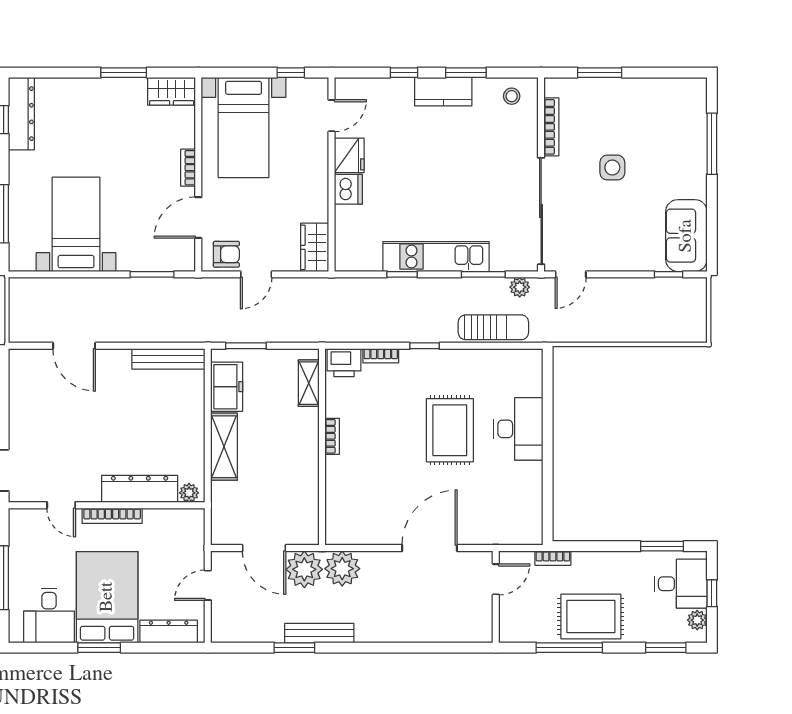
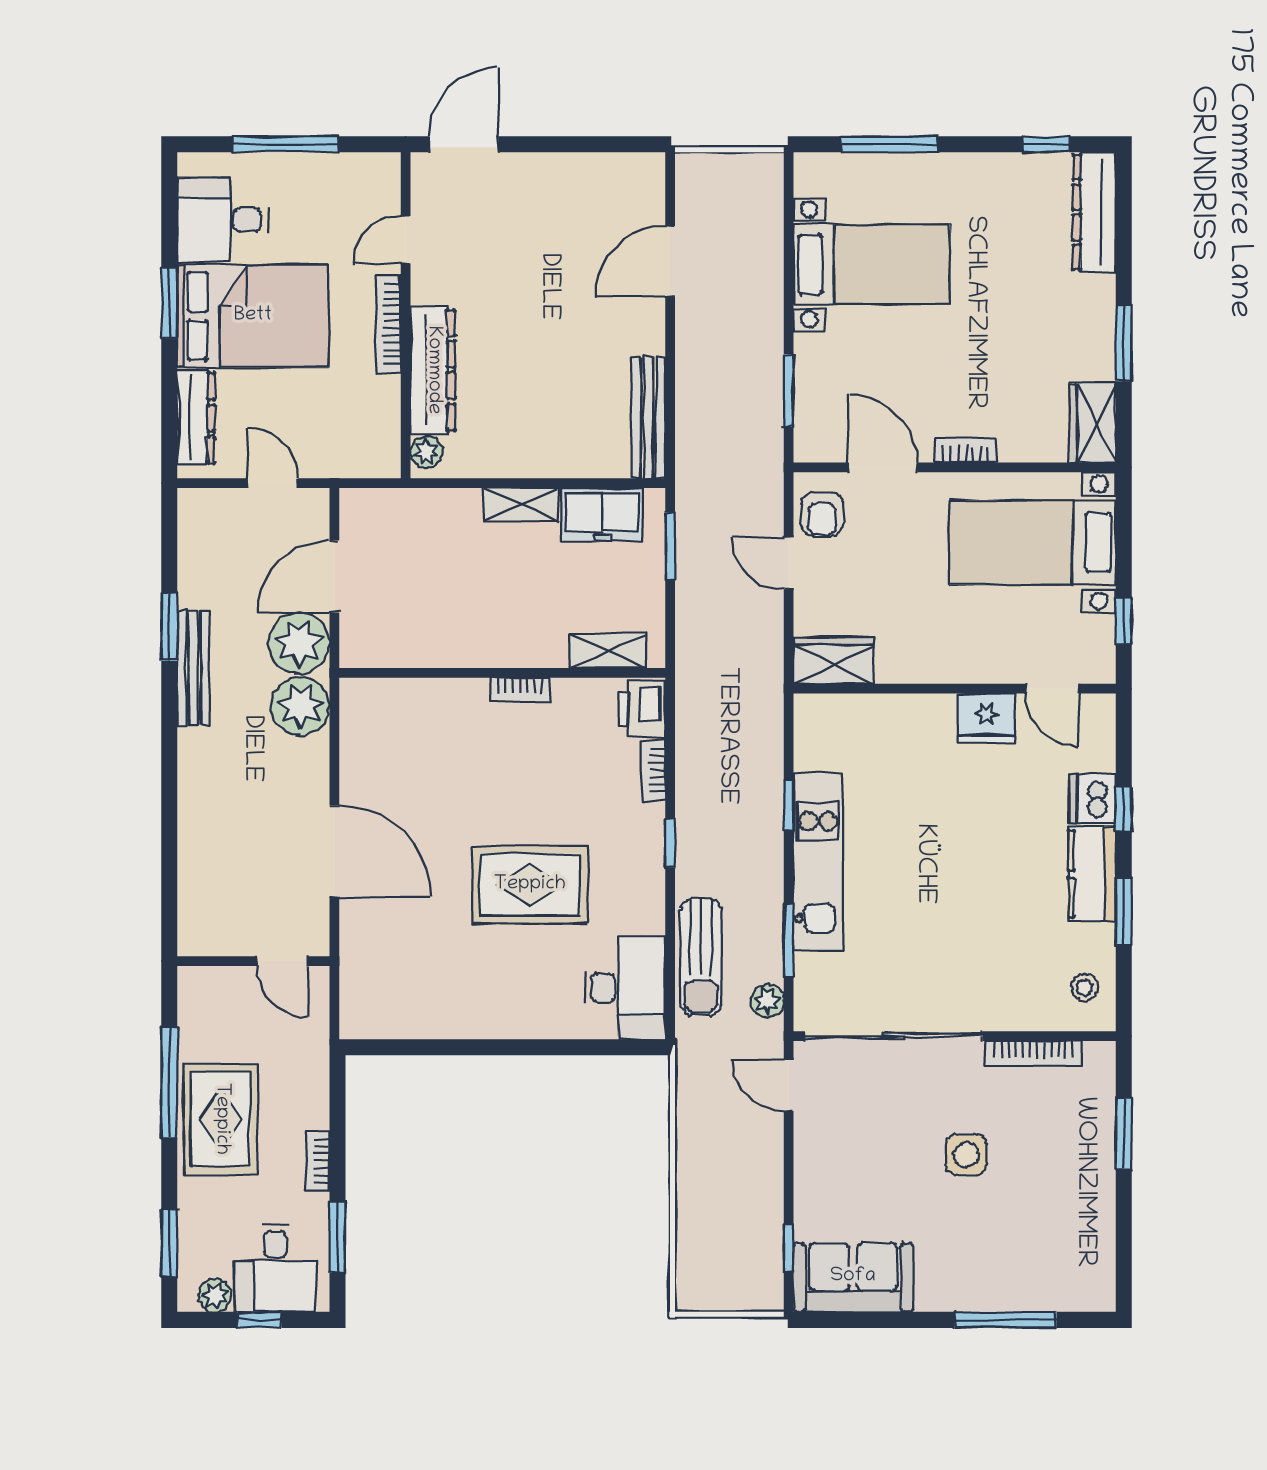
dresser: (21, 114) -> (1094, 212), moved, turned 90
dishwasher: (348, 189) -> (1093, 799), moved, turned 90
desk: (518, 429) -> (625, 988), moved, turned -90
shelving: (224, 447) -> (521, 505), width x0.67, depth x0.75
bookcase: (553, 558) -> (318, 1161), moved

